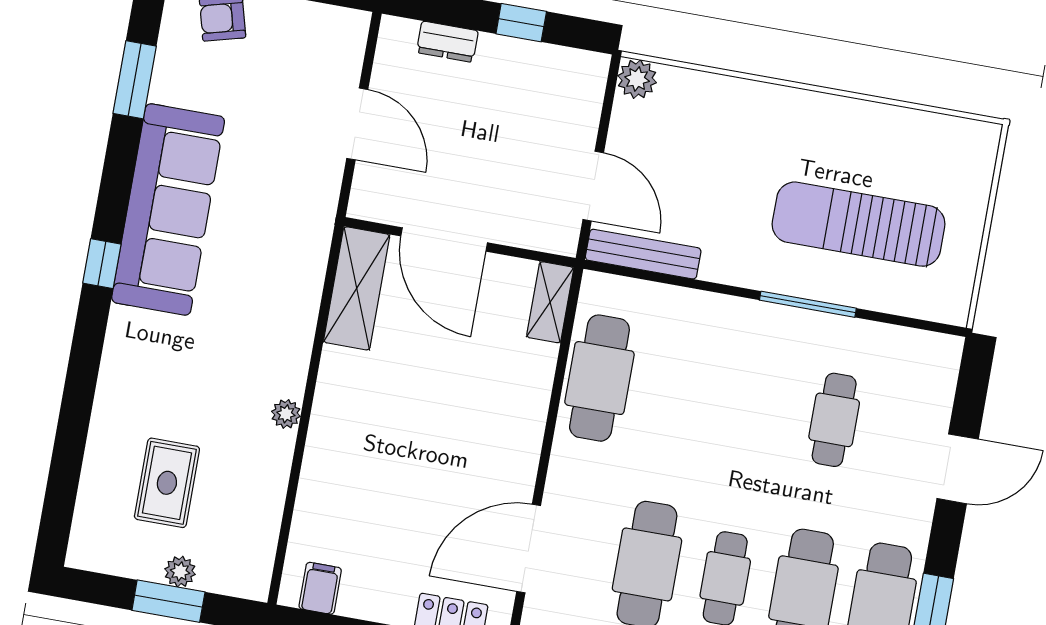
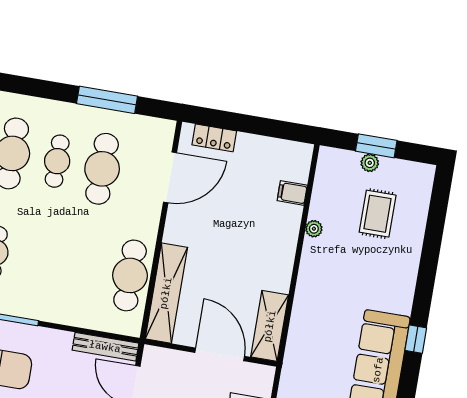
shelving: (550, 302) -> (166, 293), width x2.20, depth x1.33
plant: (286, 414) -> (314, 229), moved
filing cabinet: (320, 588) -> (292, 193), moved, turned 90

